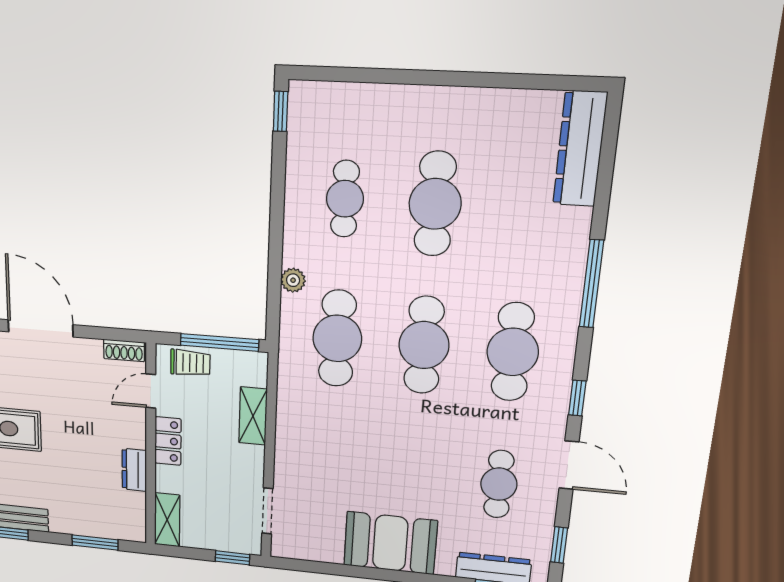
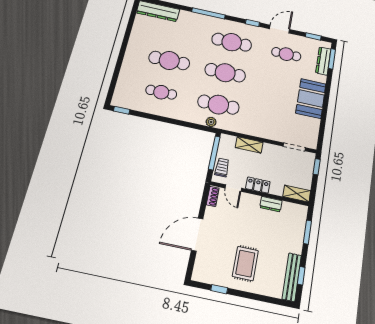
plant: (293, 280) -> (211, 122), moved

